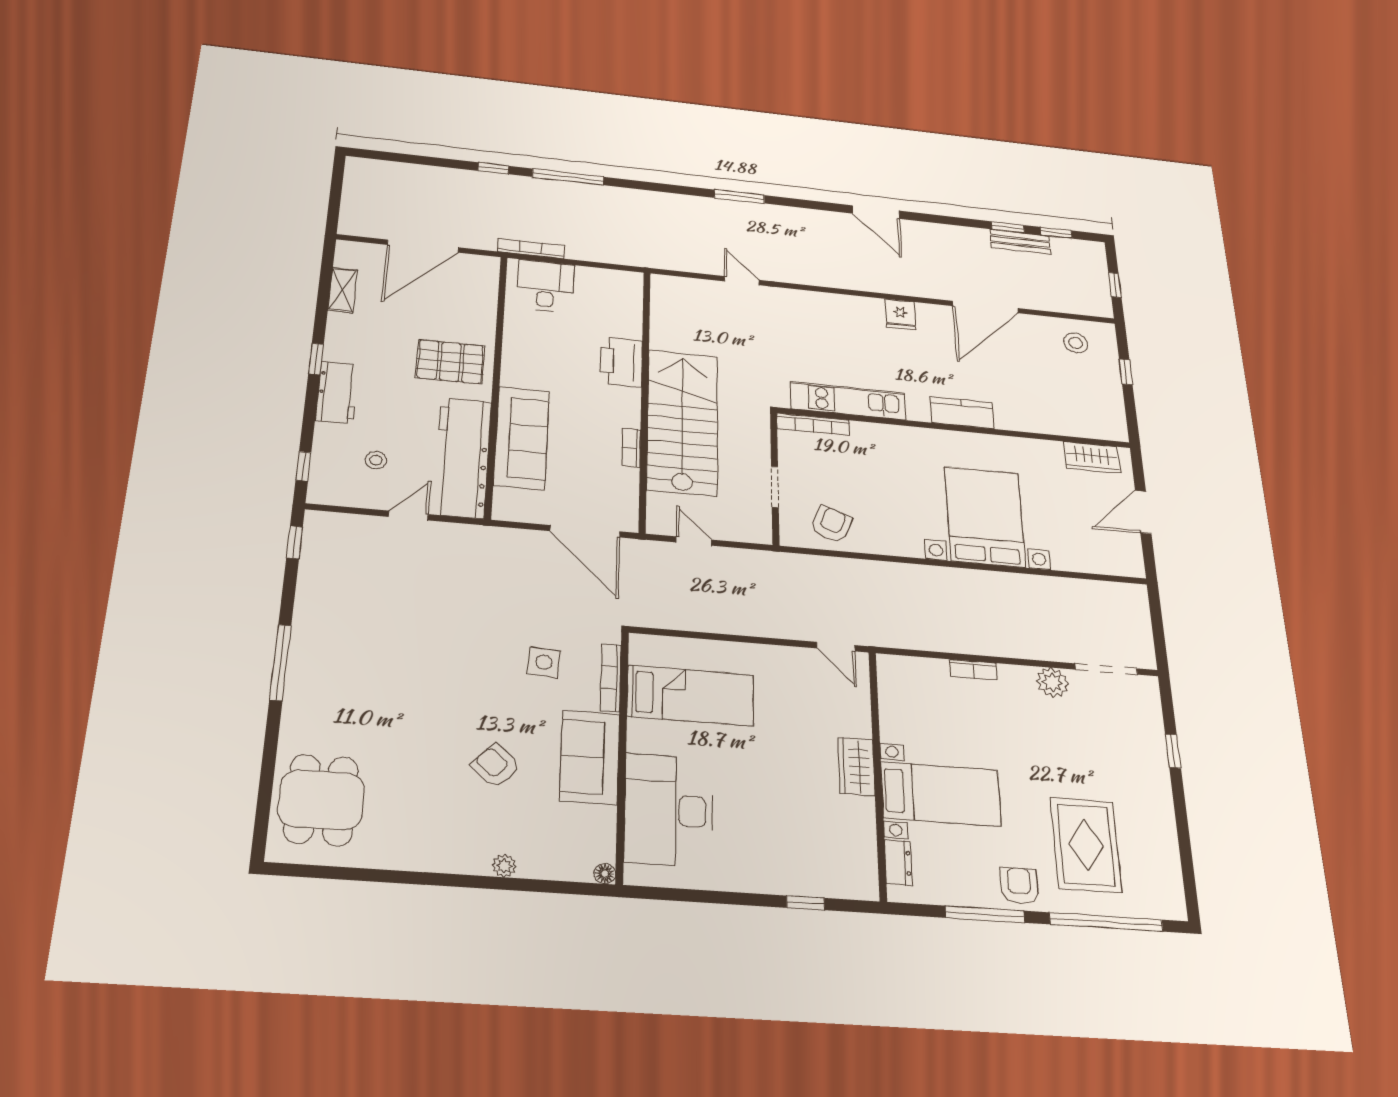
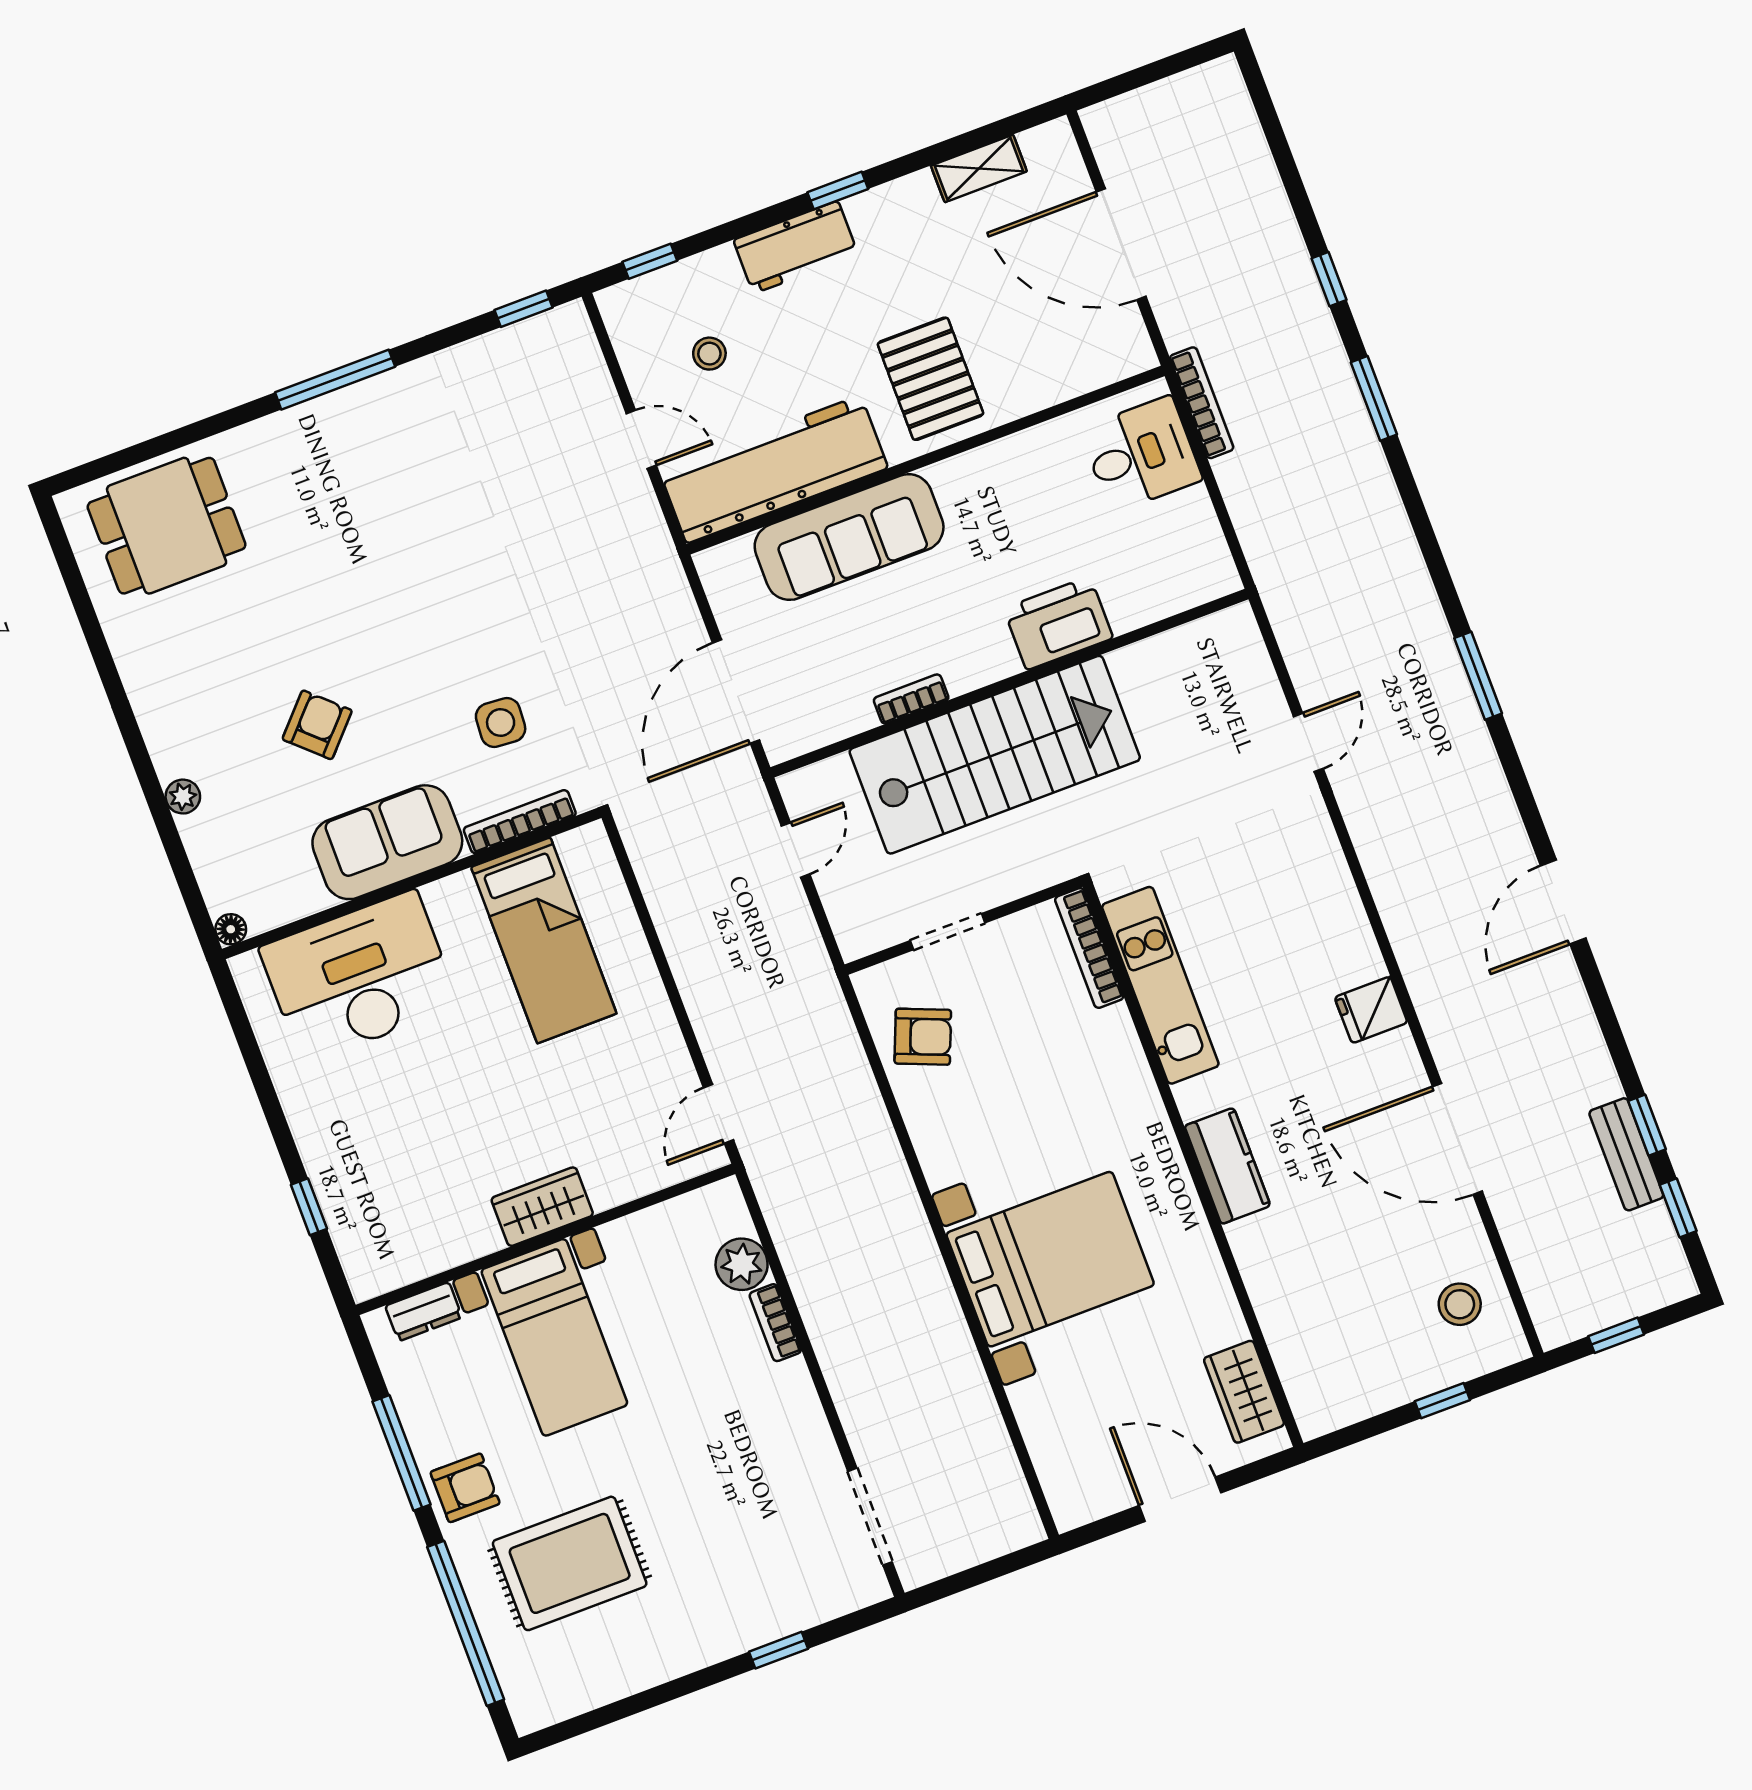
window: (568, 177) -> (1374, 398), width x0.69
plant: (1053, 683) -> (742, 1264), moved

